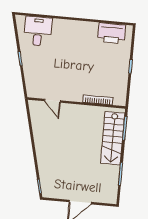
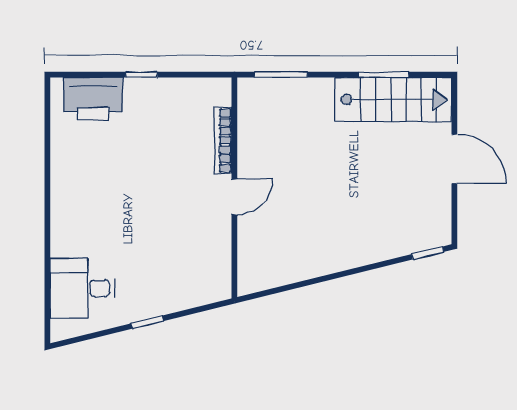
printer: (112, 33) -> (93, 99), moved, turned 90
door: (52, 101) -> (234, 197), moved
stairs: (113, 138) -> (393, 99), moved

